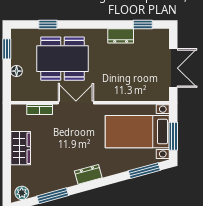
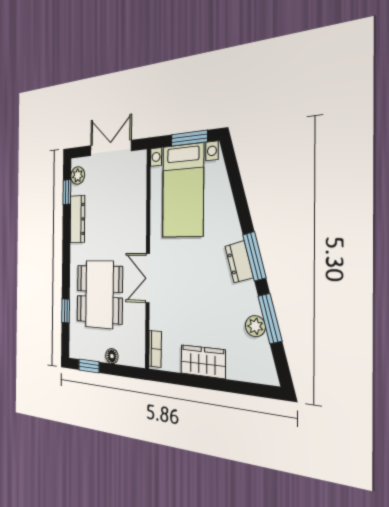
dresser: (121, 36) -> (77, 219), width x1.44
plant: (155, 36) -> (78, 176), added
bookcase: (40, 110) -> (155, 349), moved
window: (144, 171) -> (254, 256), moved
plant: (22, 193) -> (255, 326), moved

